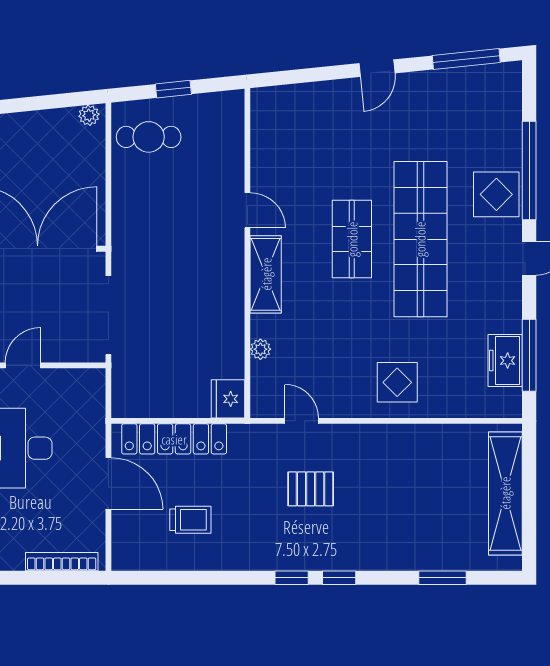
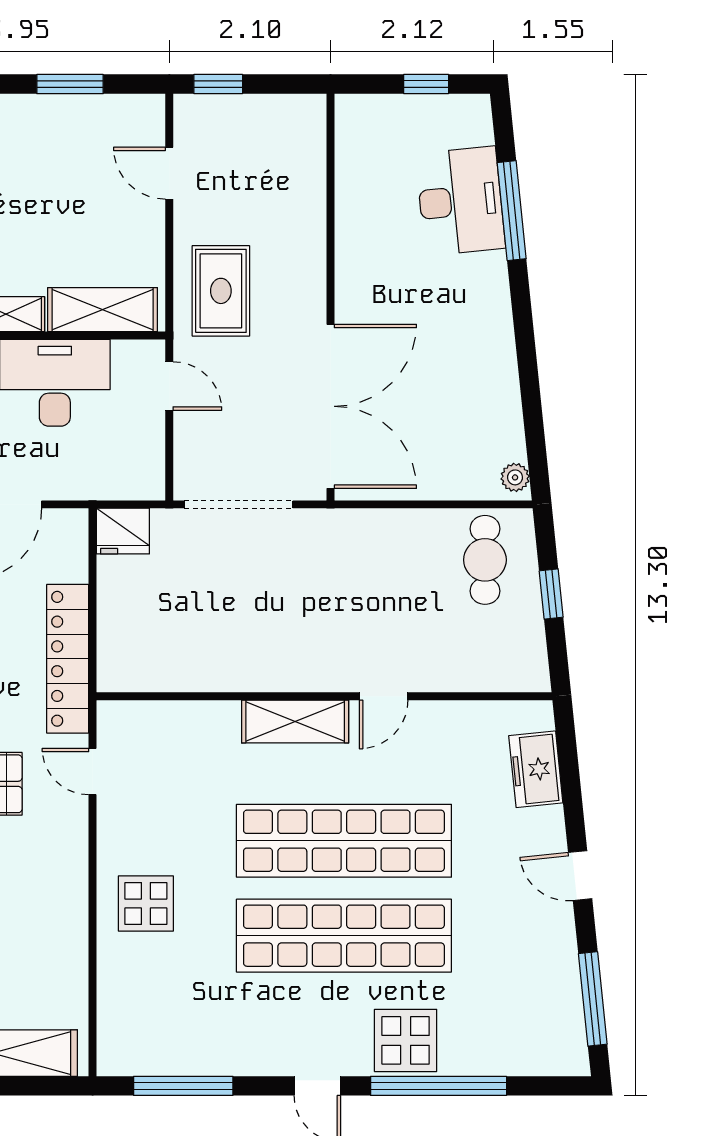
shop shelf: (352, 239) -> (344, 841), width x2.00, depth x1.36
plant: (260, 349) -> (192, 714), removed
freezer: (505, 361) -> (536, 769), moved, turned -96
fridge: (228, 399) -> (123, 531), moved, turned 180
door: (302, 421) -> (93, 772), swing flipped
locker: (174, 439) -> (68, 659), moved

